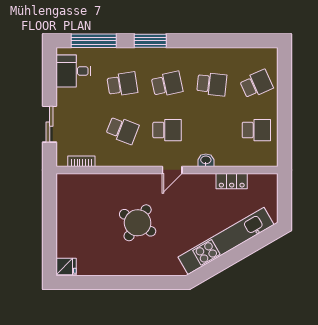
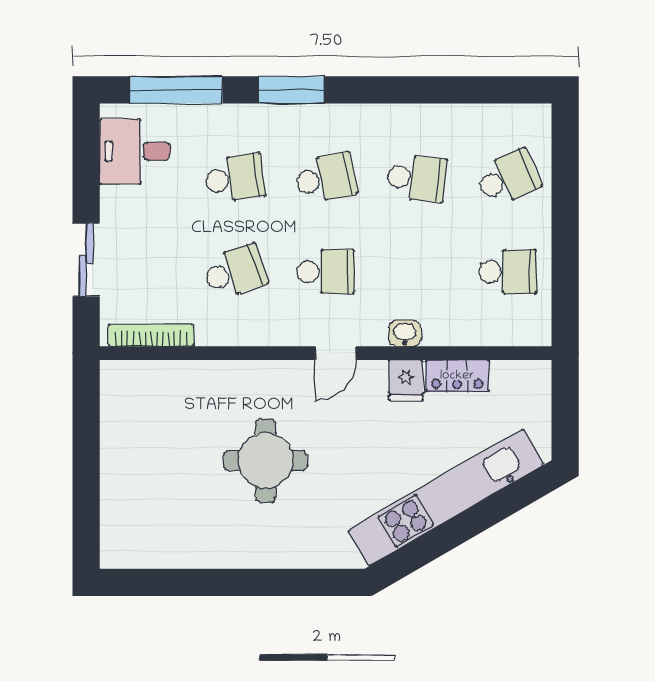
school desk: (122, 130) -> (235, 272), turned -39
bookcase: (81, 161) -> (151, 335), width x1.56
round table: (138, 223) -> (266, 461), turned -33
fridge: (66, 266) -> (406, 380), moved, turned 90

